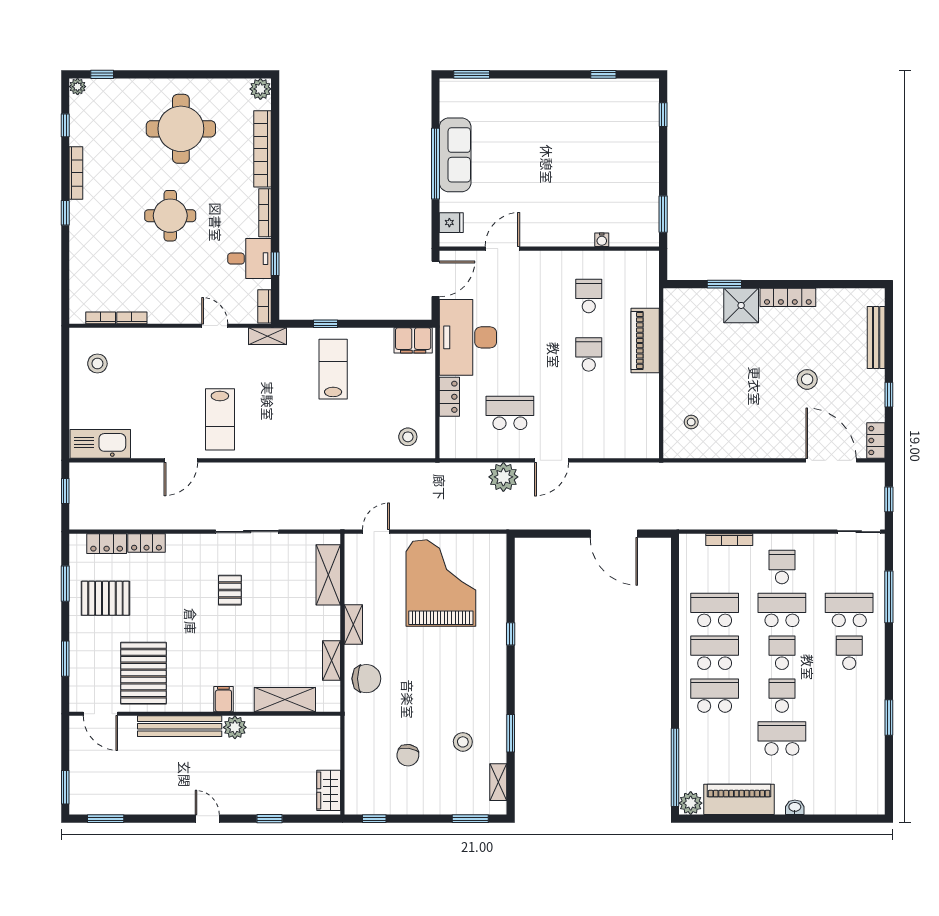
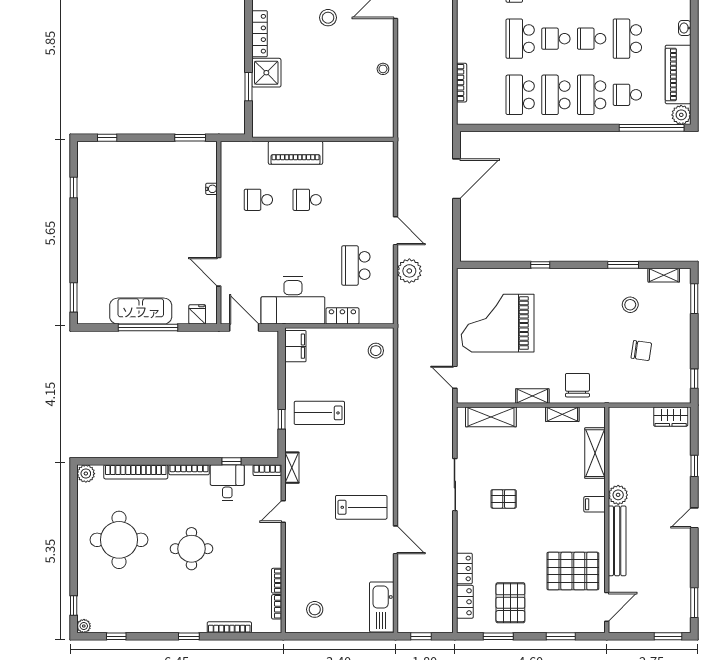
bookcase: (76, 173) -> (229, 627), moved
stool: (691, 422) -> (383, 69), moved
school desk: (782, 567) -> (627, 95), moved

